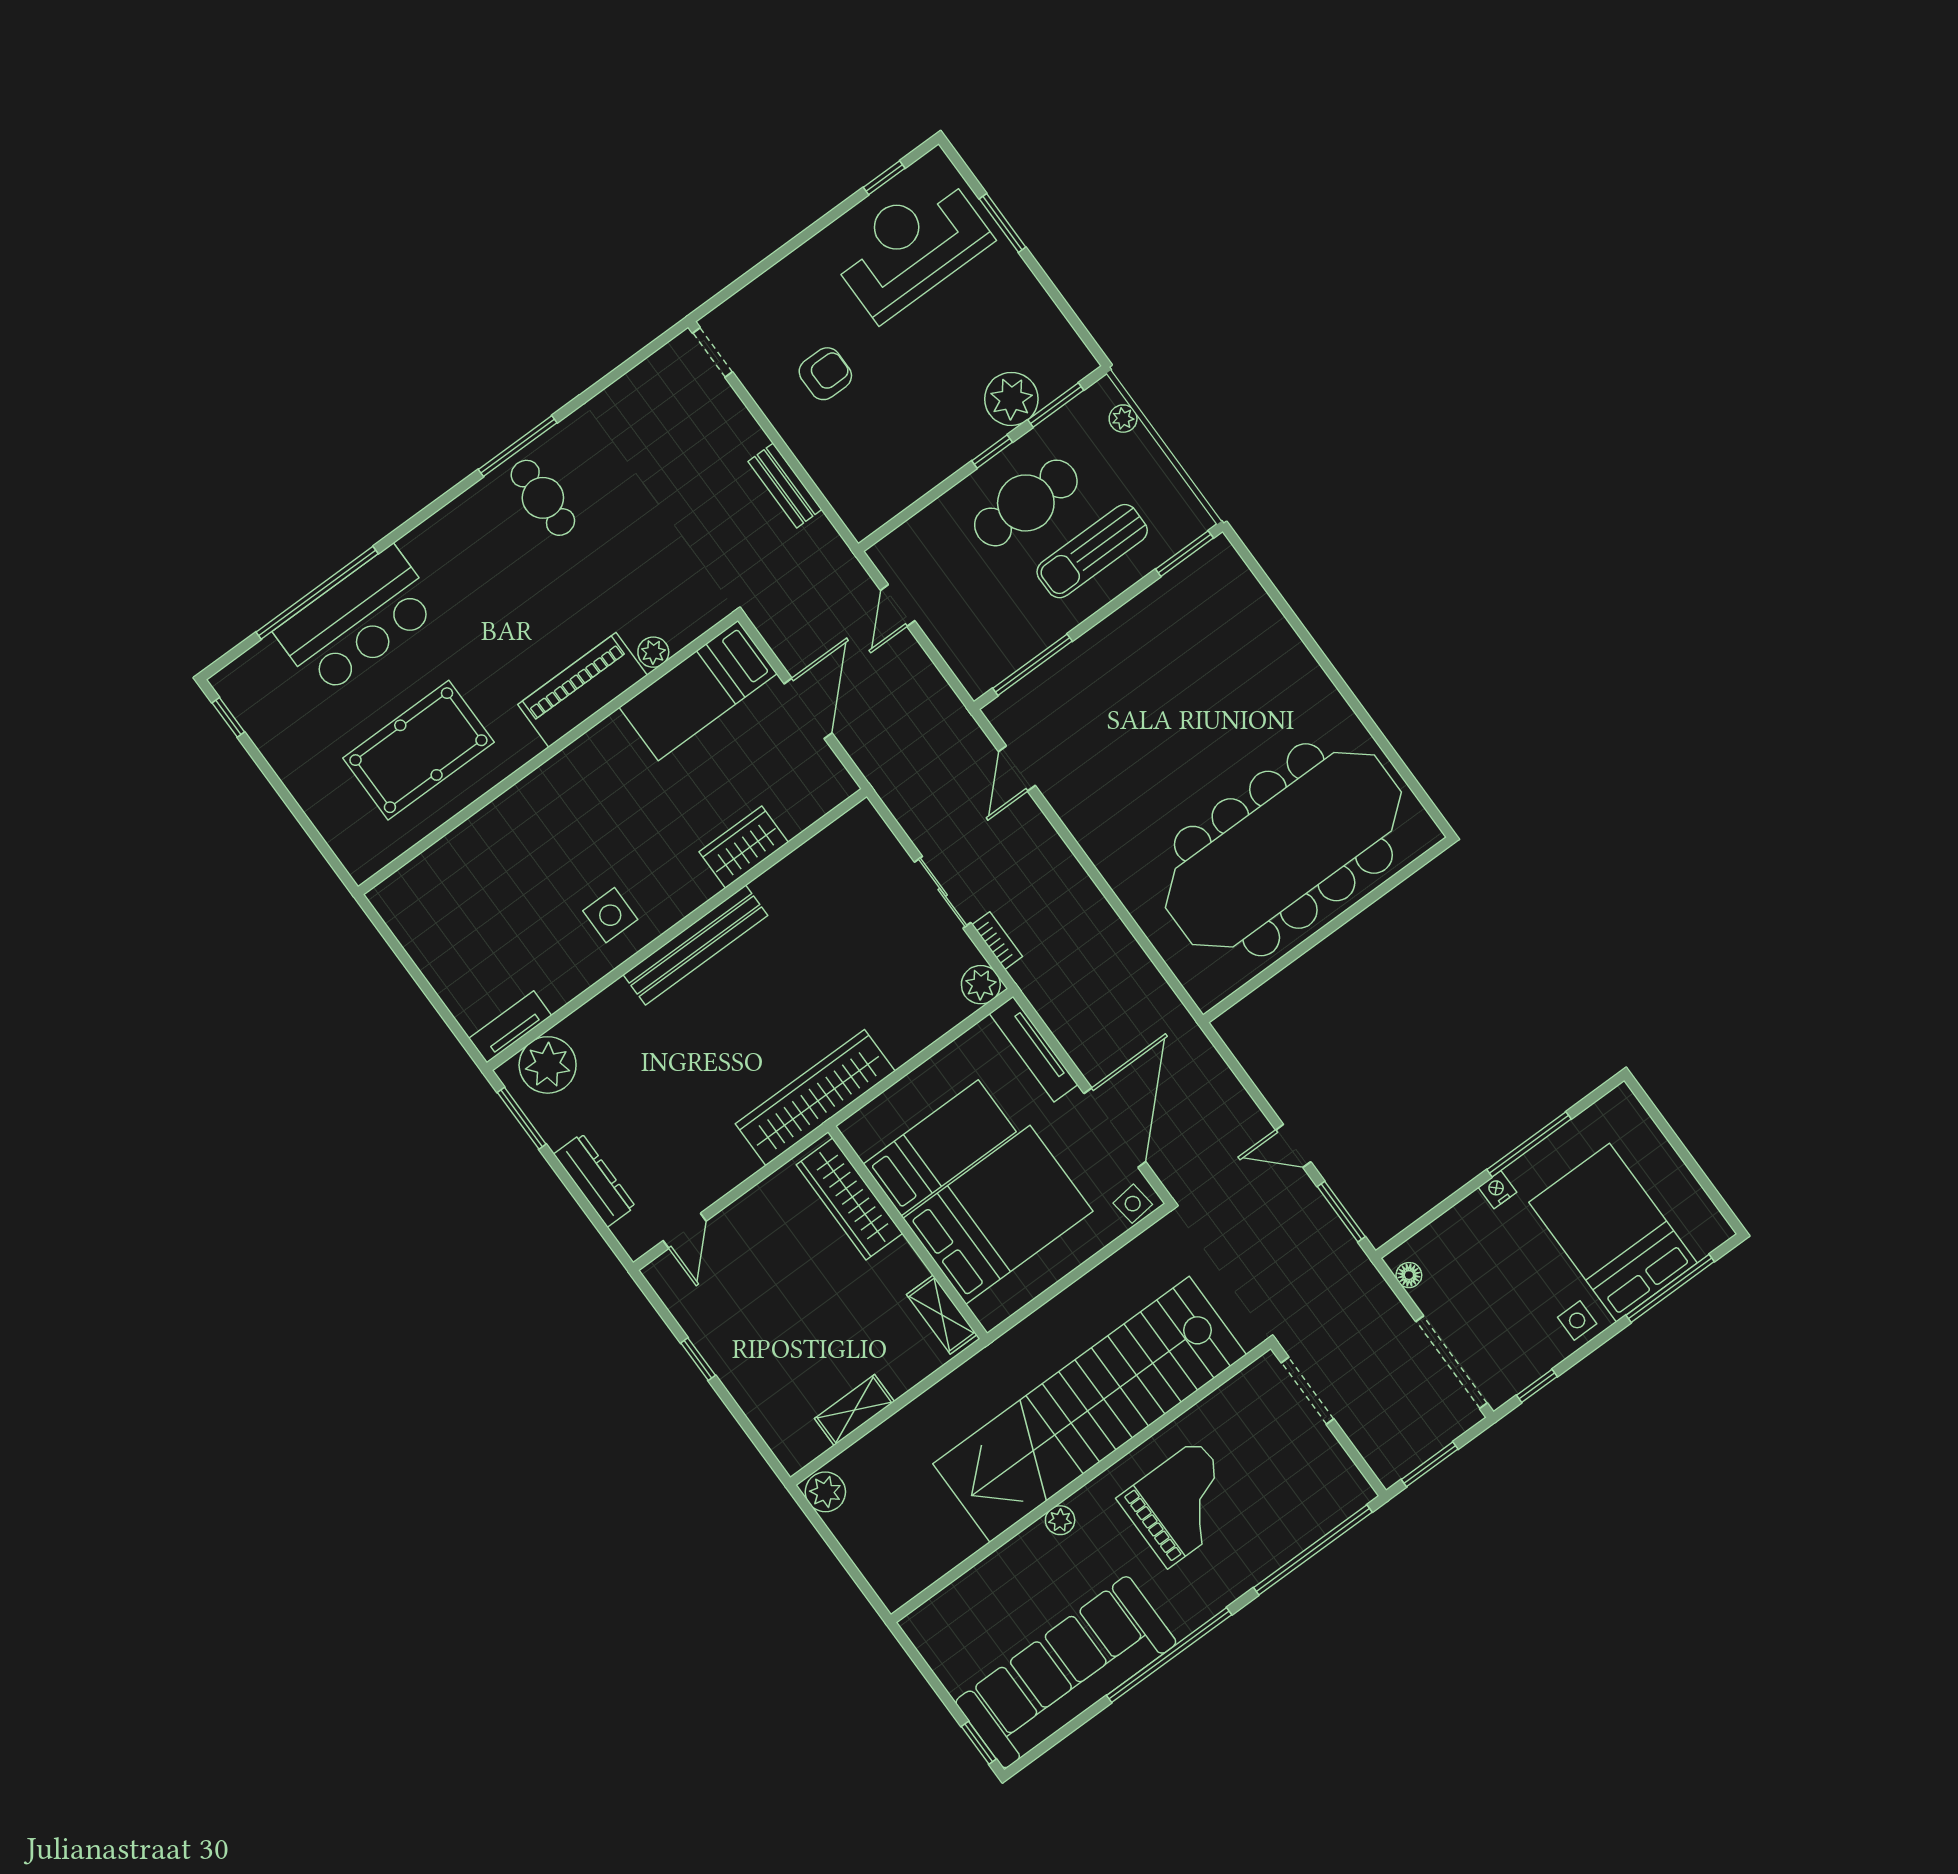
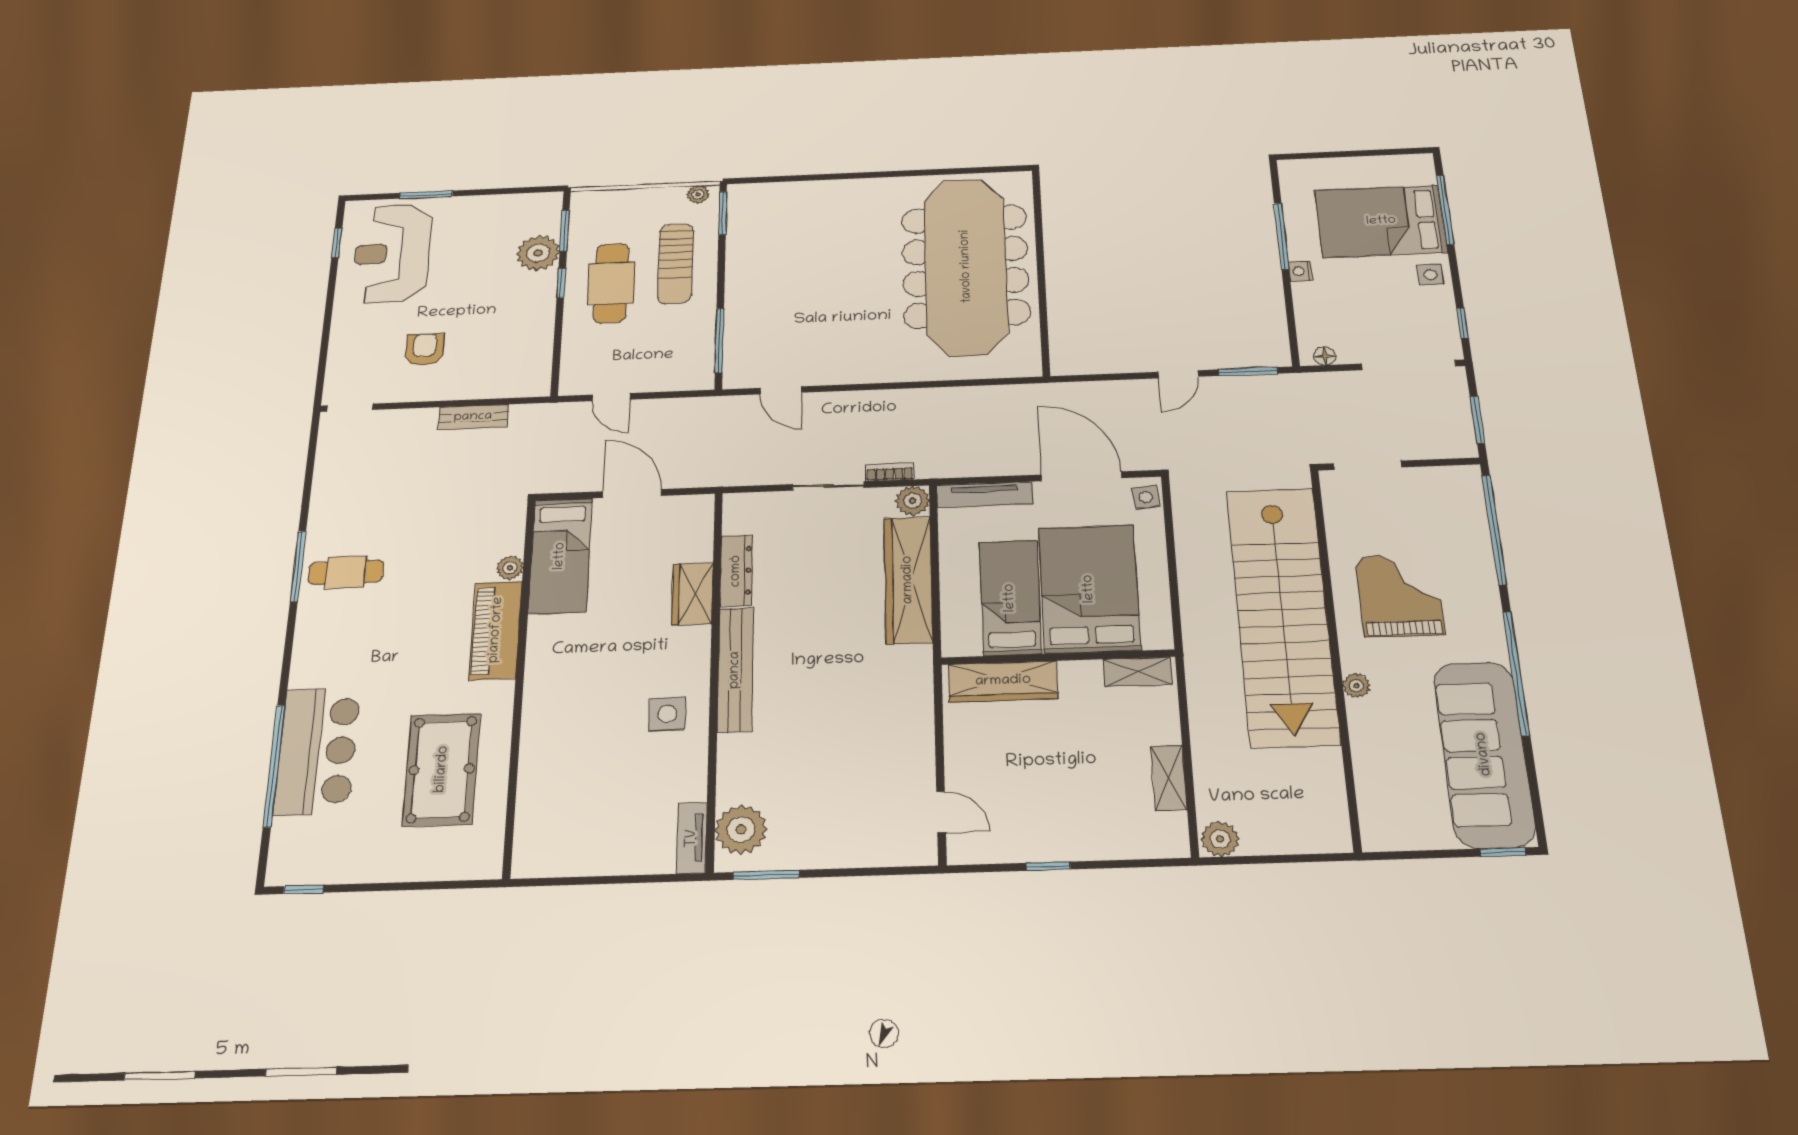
plant: (1123, 419) -> (698, 194), moved
wardrobe: (815, 1098) -> (908, 580), moved
dresser: (595, 1180) -> (736, 571), moved, turned 90

